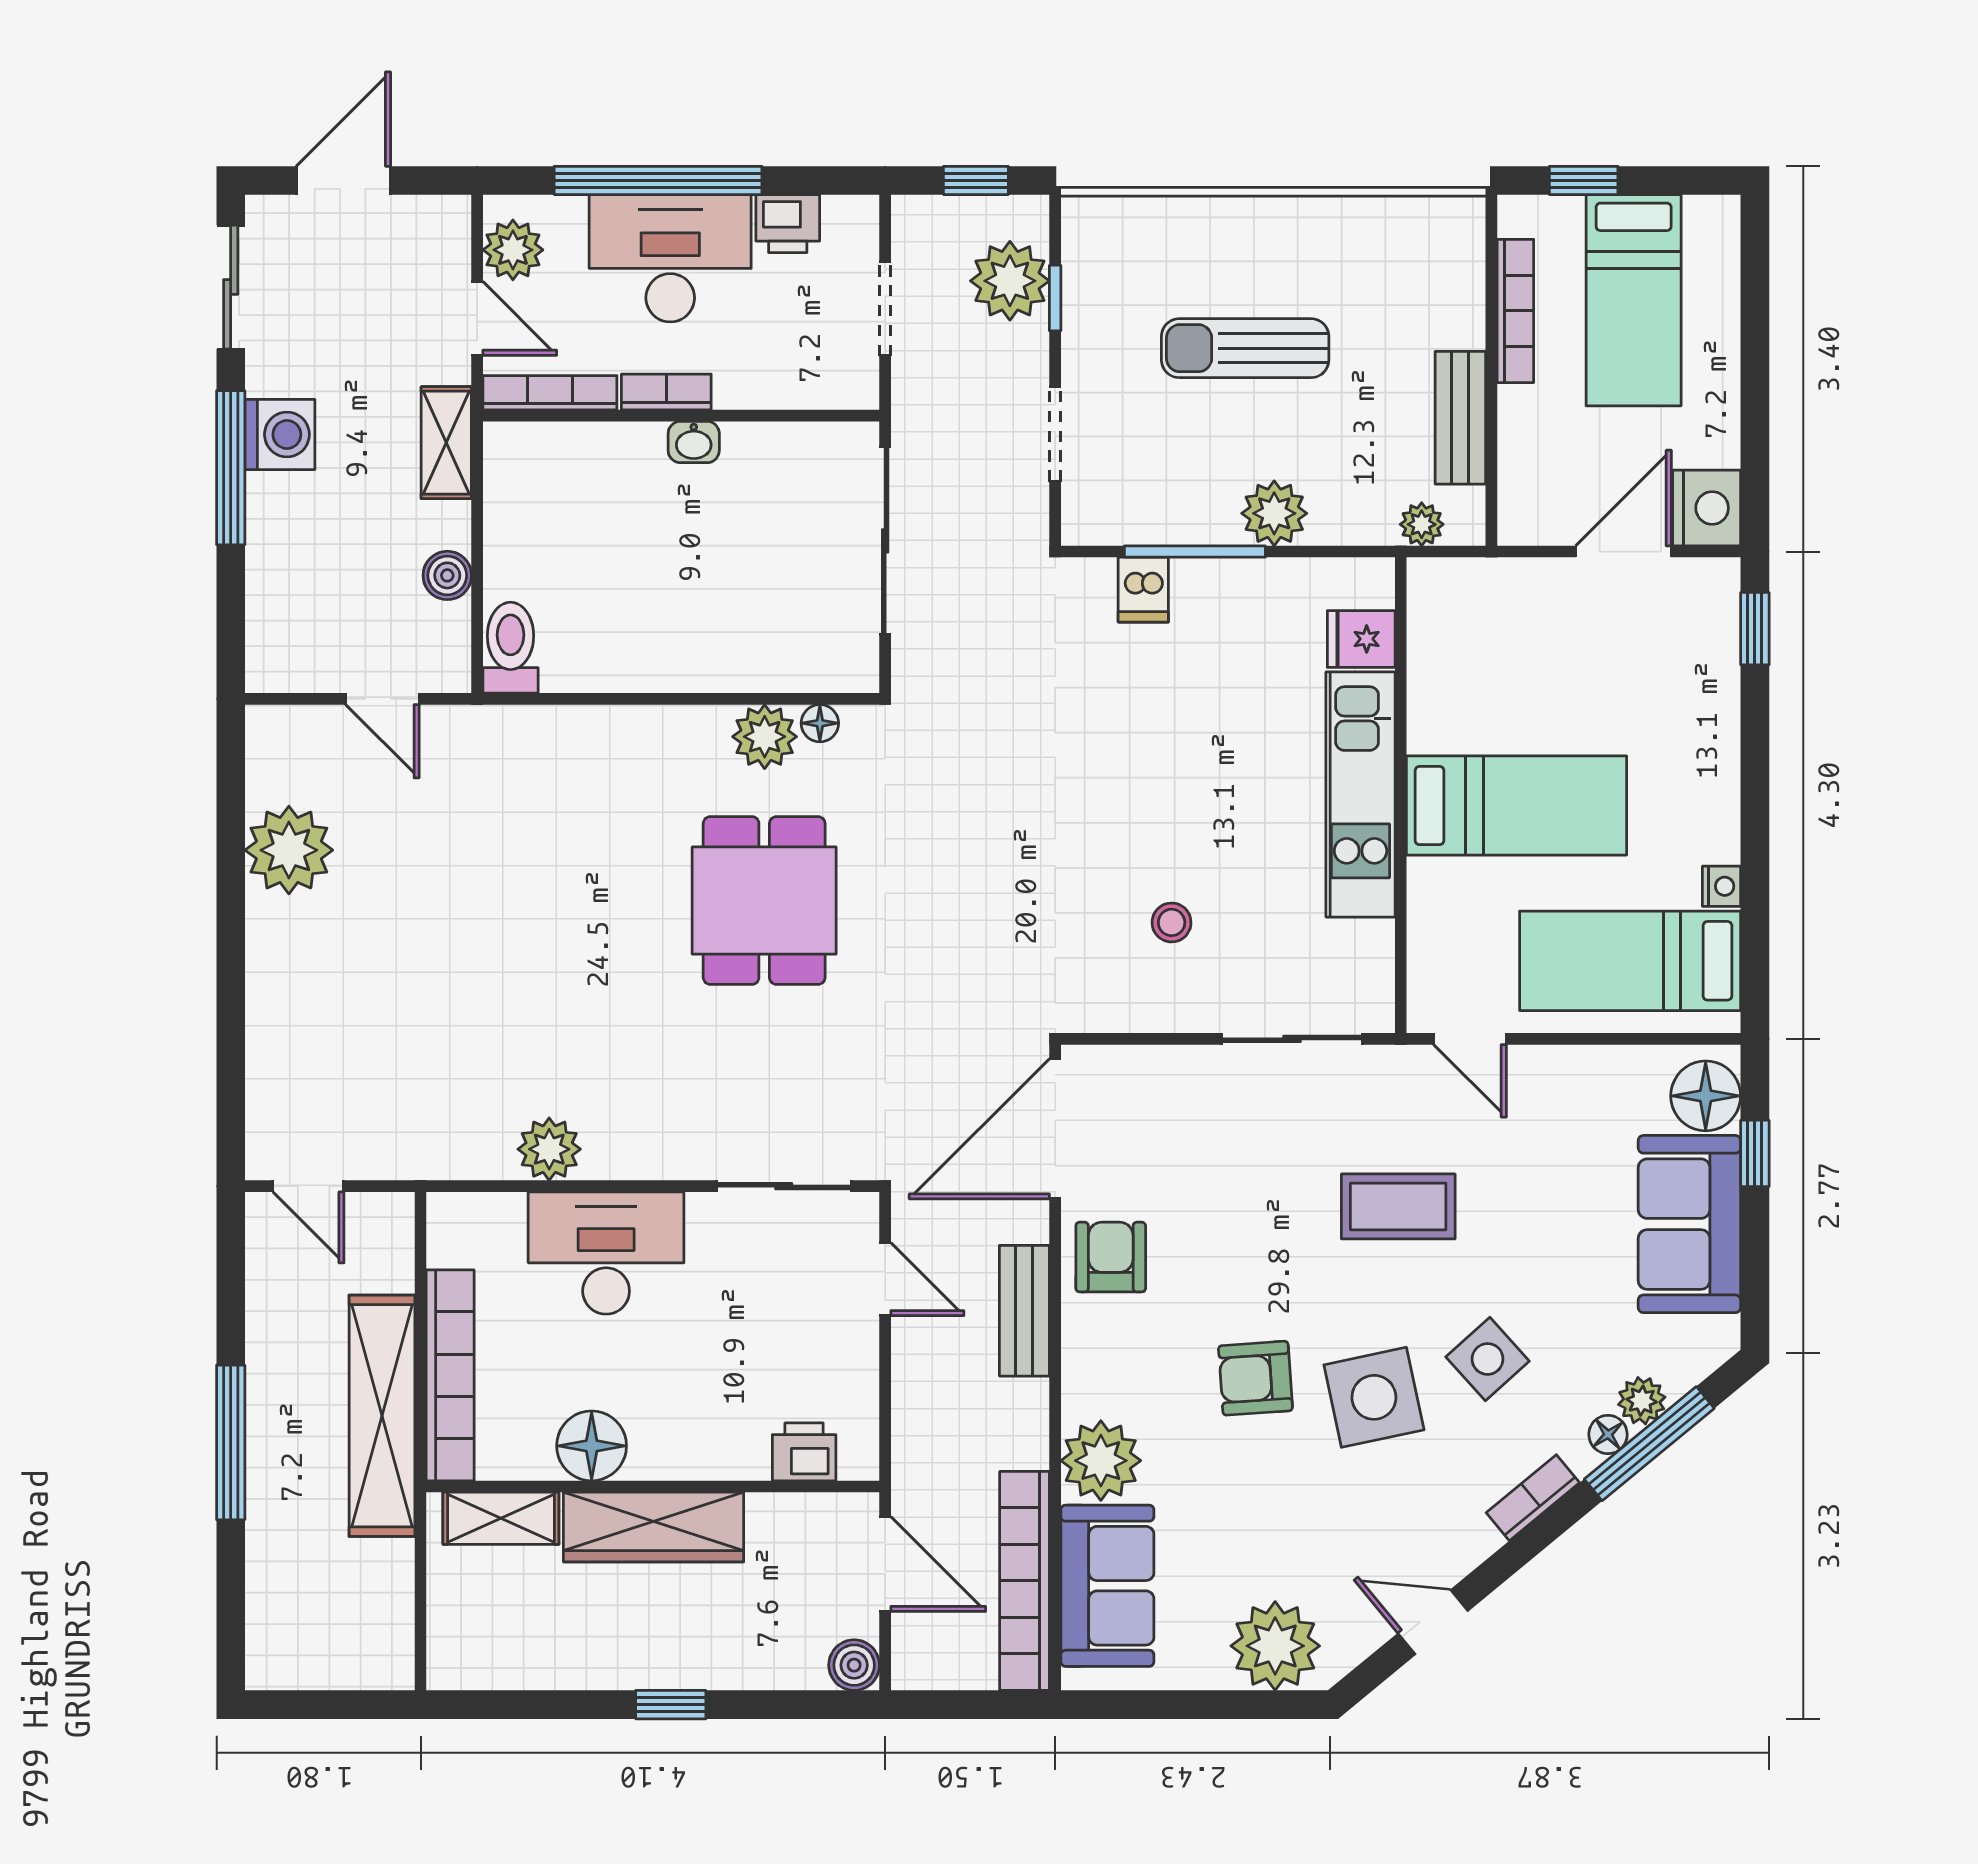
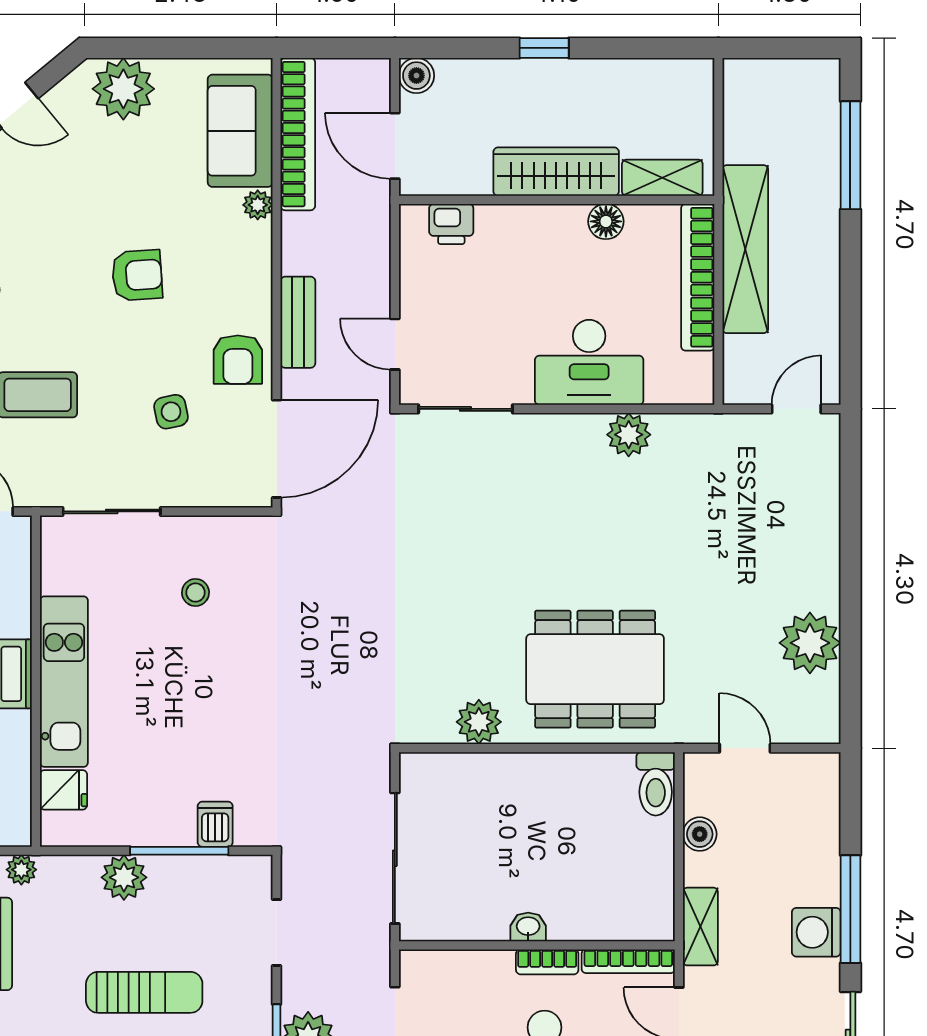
floor lamp: (820, 723) -> (440, 731), removed
dining table: (764, 901) -> (595, 669), moved, width x1.38
door: (308, 1186) -> (796, 409), hinge flipped
side table: (1374, 1397) -> (171, 412), moved, width x0.54, depth x0.54
window: (231, 1442) -> (850, 155), moved
floor lamp: (592, 1446) -> (606, 221), width x0.73, depth x0.73
plant: (1101, 1461) -> (258, 205), width x0.53, depth x0.53

